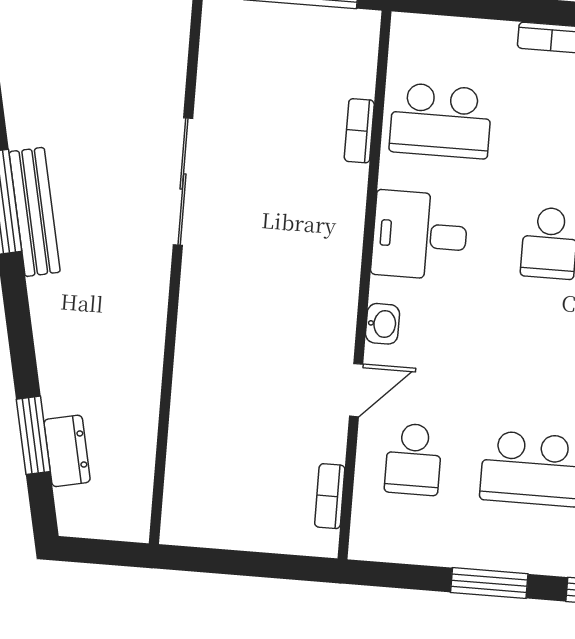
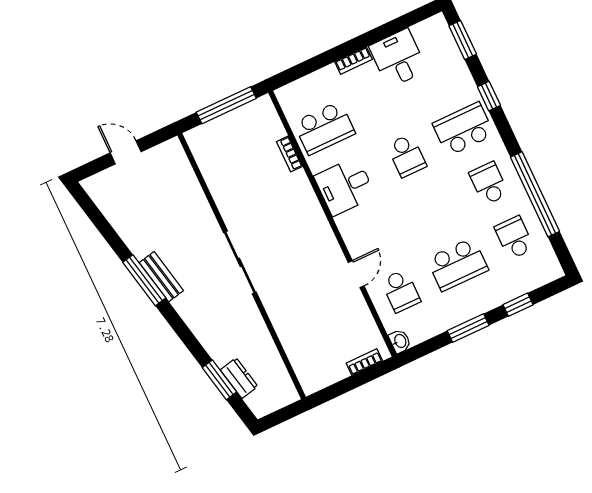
sliding door: (183, 182) -> (240, 262), moved
bench: (35, 212) -> (161, 277), width x0.73
washbasin: (382, 324) -> (400, 341), moved
bookcase: (330, 496) -> (364, 362), moved, turned 90

